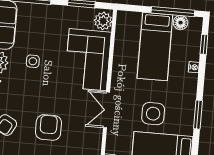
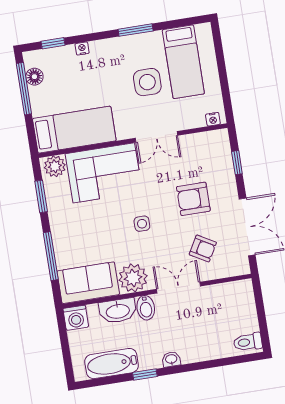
bed: (155, 47) -> (74, 130), moved
side table: (33, 61) -> (142, 224), moved

